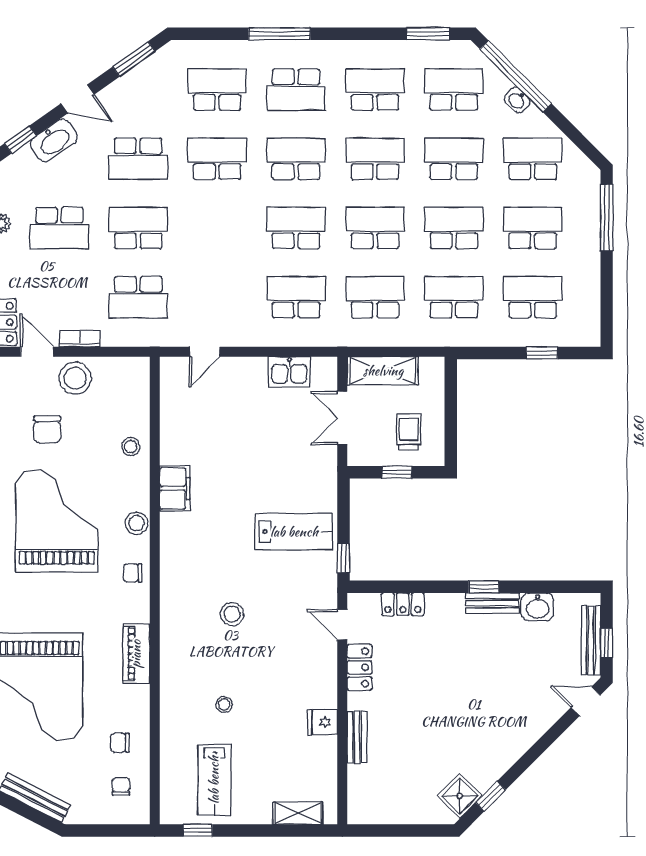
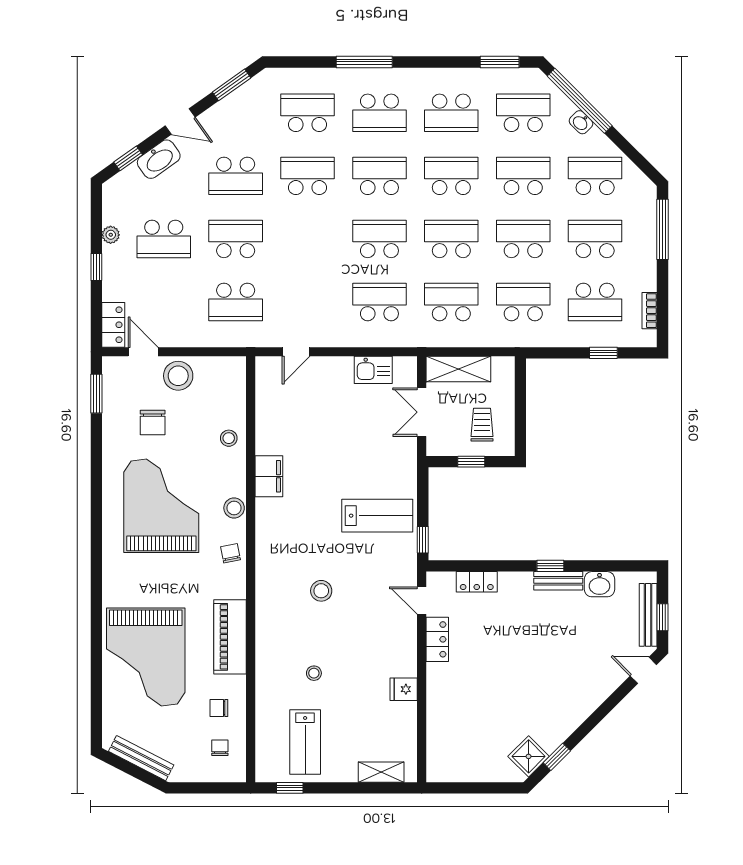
school desk: (375, 90) -> (451, 113), turned 180
school desk: (533, 297) -> (595, 302), turned 180
bookcase: (80, 339) -> (650, 311), moved, turned -90
chair: (133, 573) -> (231, 553), turned 79
piano: (136, 654) -> (230, 637), width x1.37, depth x1.33
bench: (357, 737) -> (435, 703), removed

